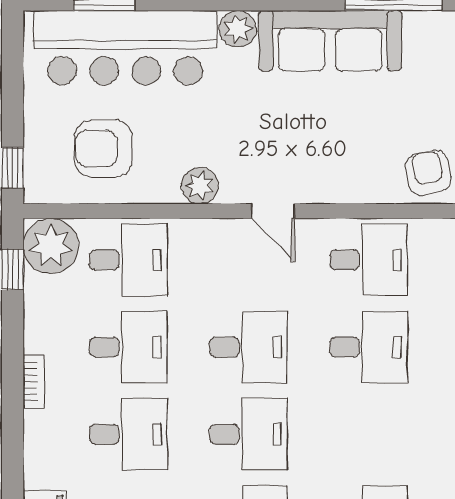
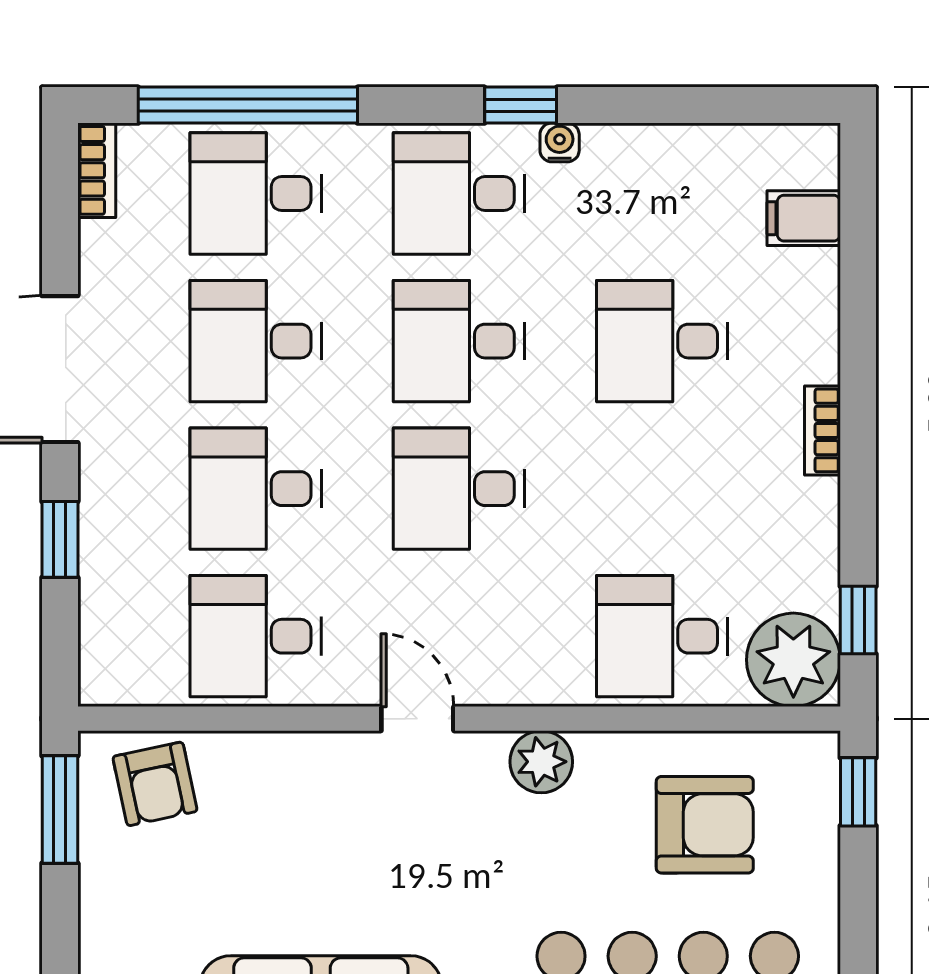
desk: (128, 347) -> (256, 341), moved

